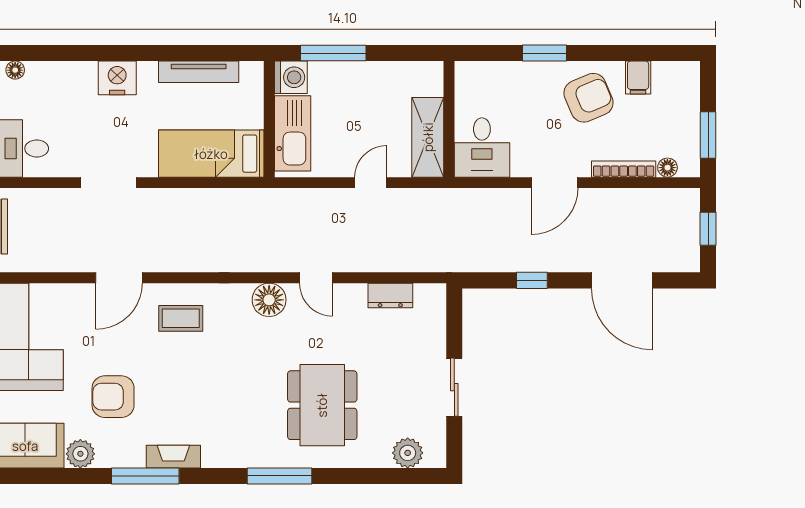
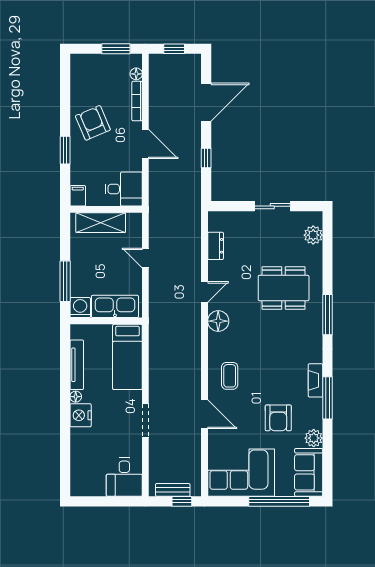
floor lamp: (15, 70) -> (76, 397), moved
filing cabinet: (638, 78) -> (78, 196), moved, turned -90
shelving: (428, 137) -> (101, 223), moved

